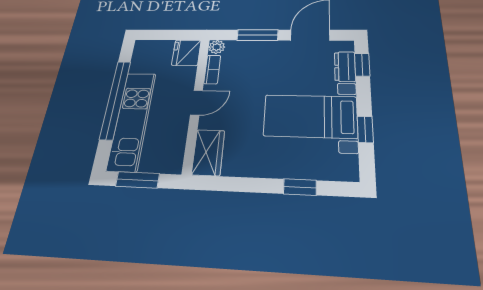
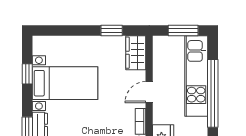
window: (300, 187) -> (112, 30), moved

